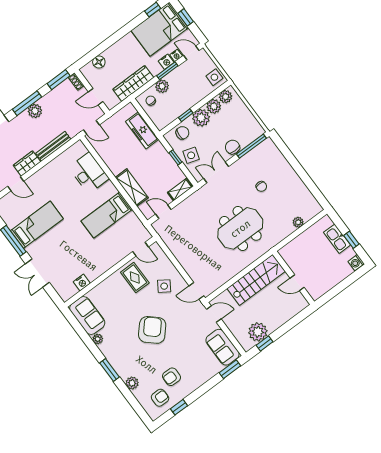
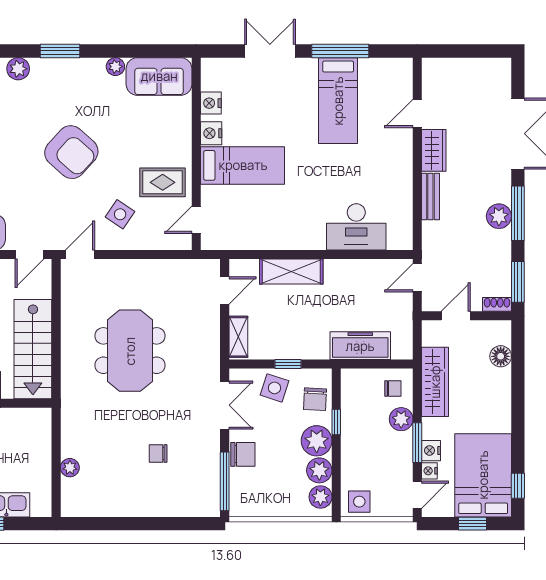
bench: (53, 146) -> (430, 197), width x0.73
bed: (107, 215) -> (243, 165), moved, turned 90
meeting table: (240, 228) -> (130, 351), moved
nightstand: (96, 272) -> (211, 133), added

